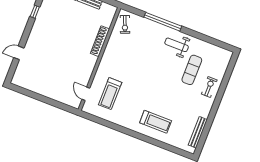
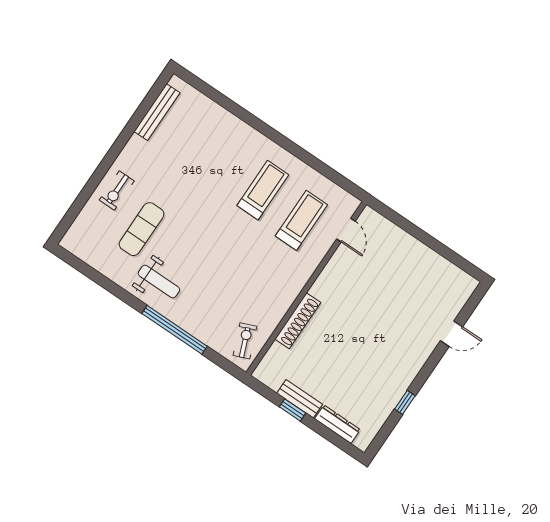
treadmill: (156, 122) -> (263, 190), moved, turned 90

